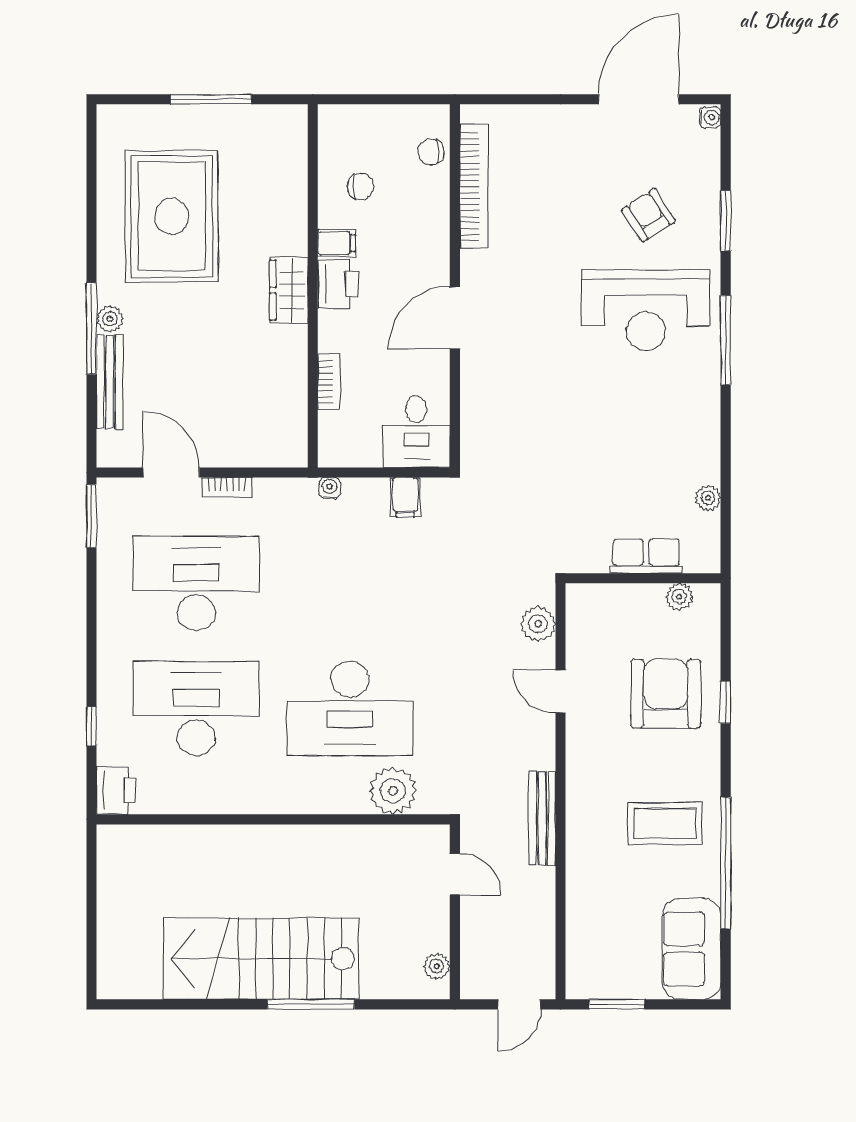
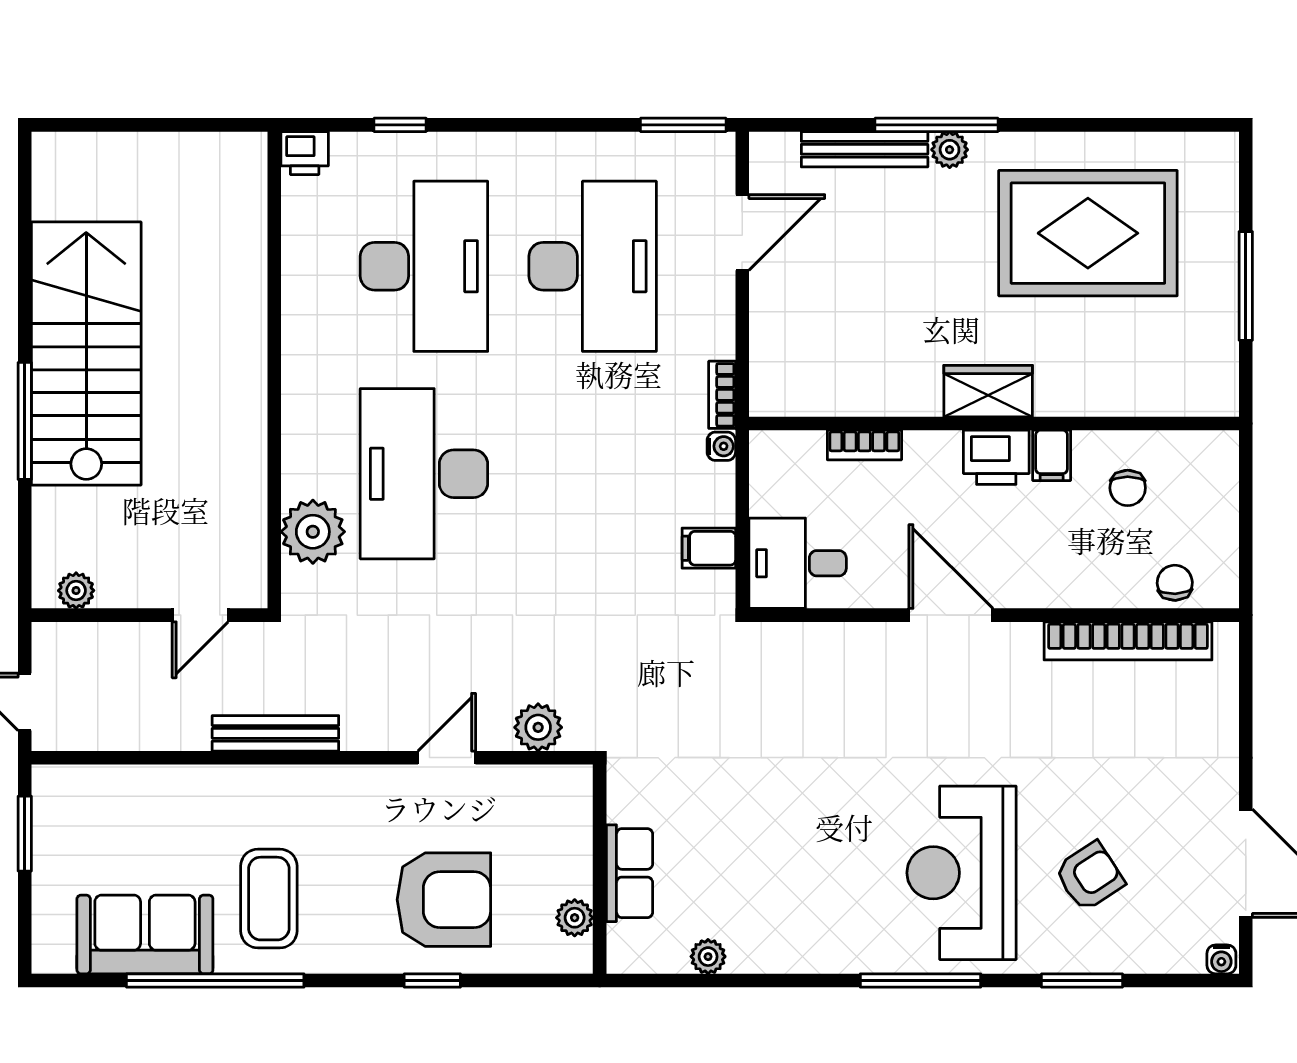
bookcase: (227, 487) -> (722, 395), moved
printer: (116, 790) -> (305, 153), width x0.73, depth x0.81
sofa: (692, 949) -> (145, 934), moved

